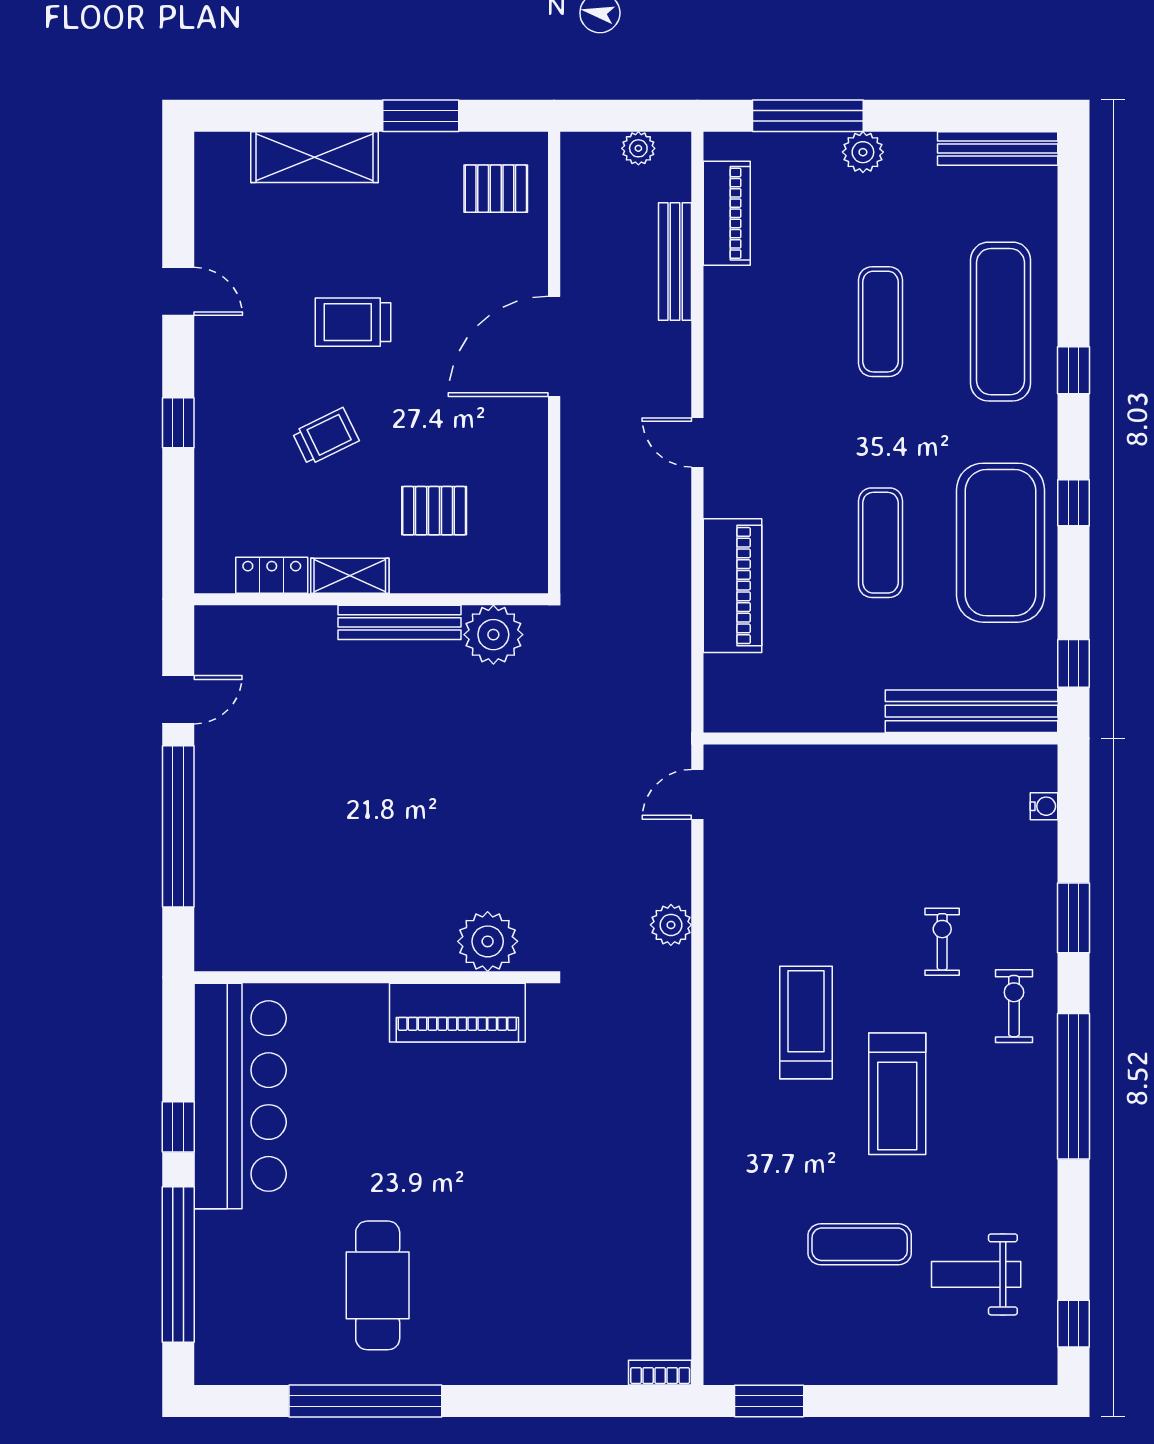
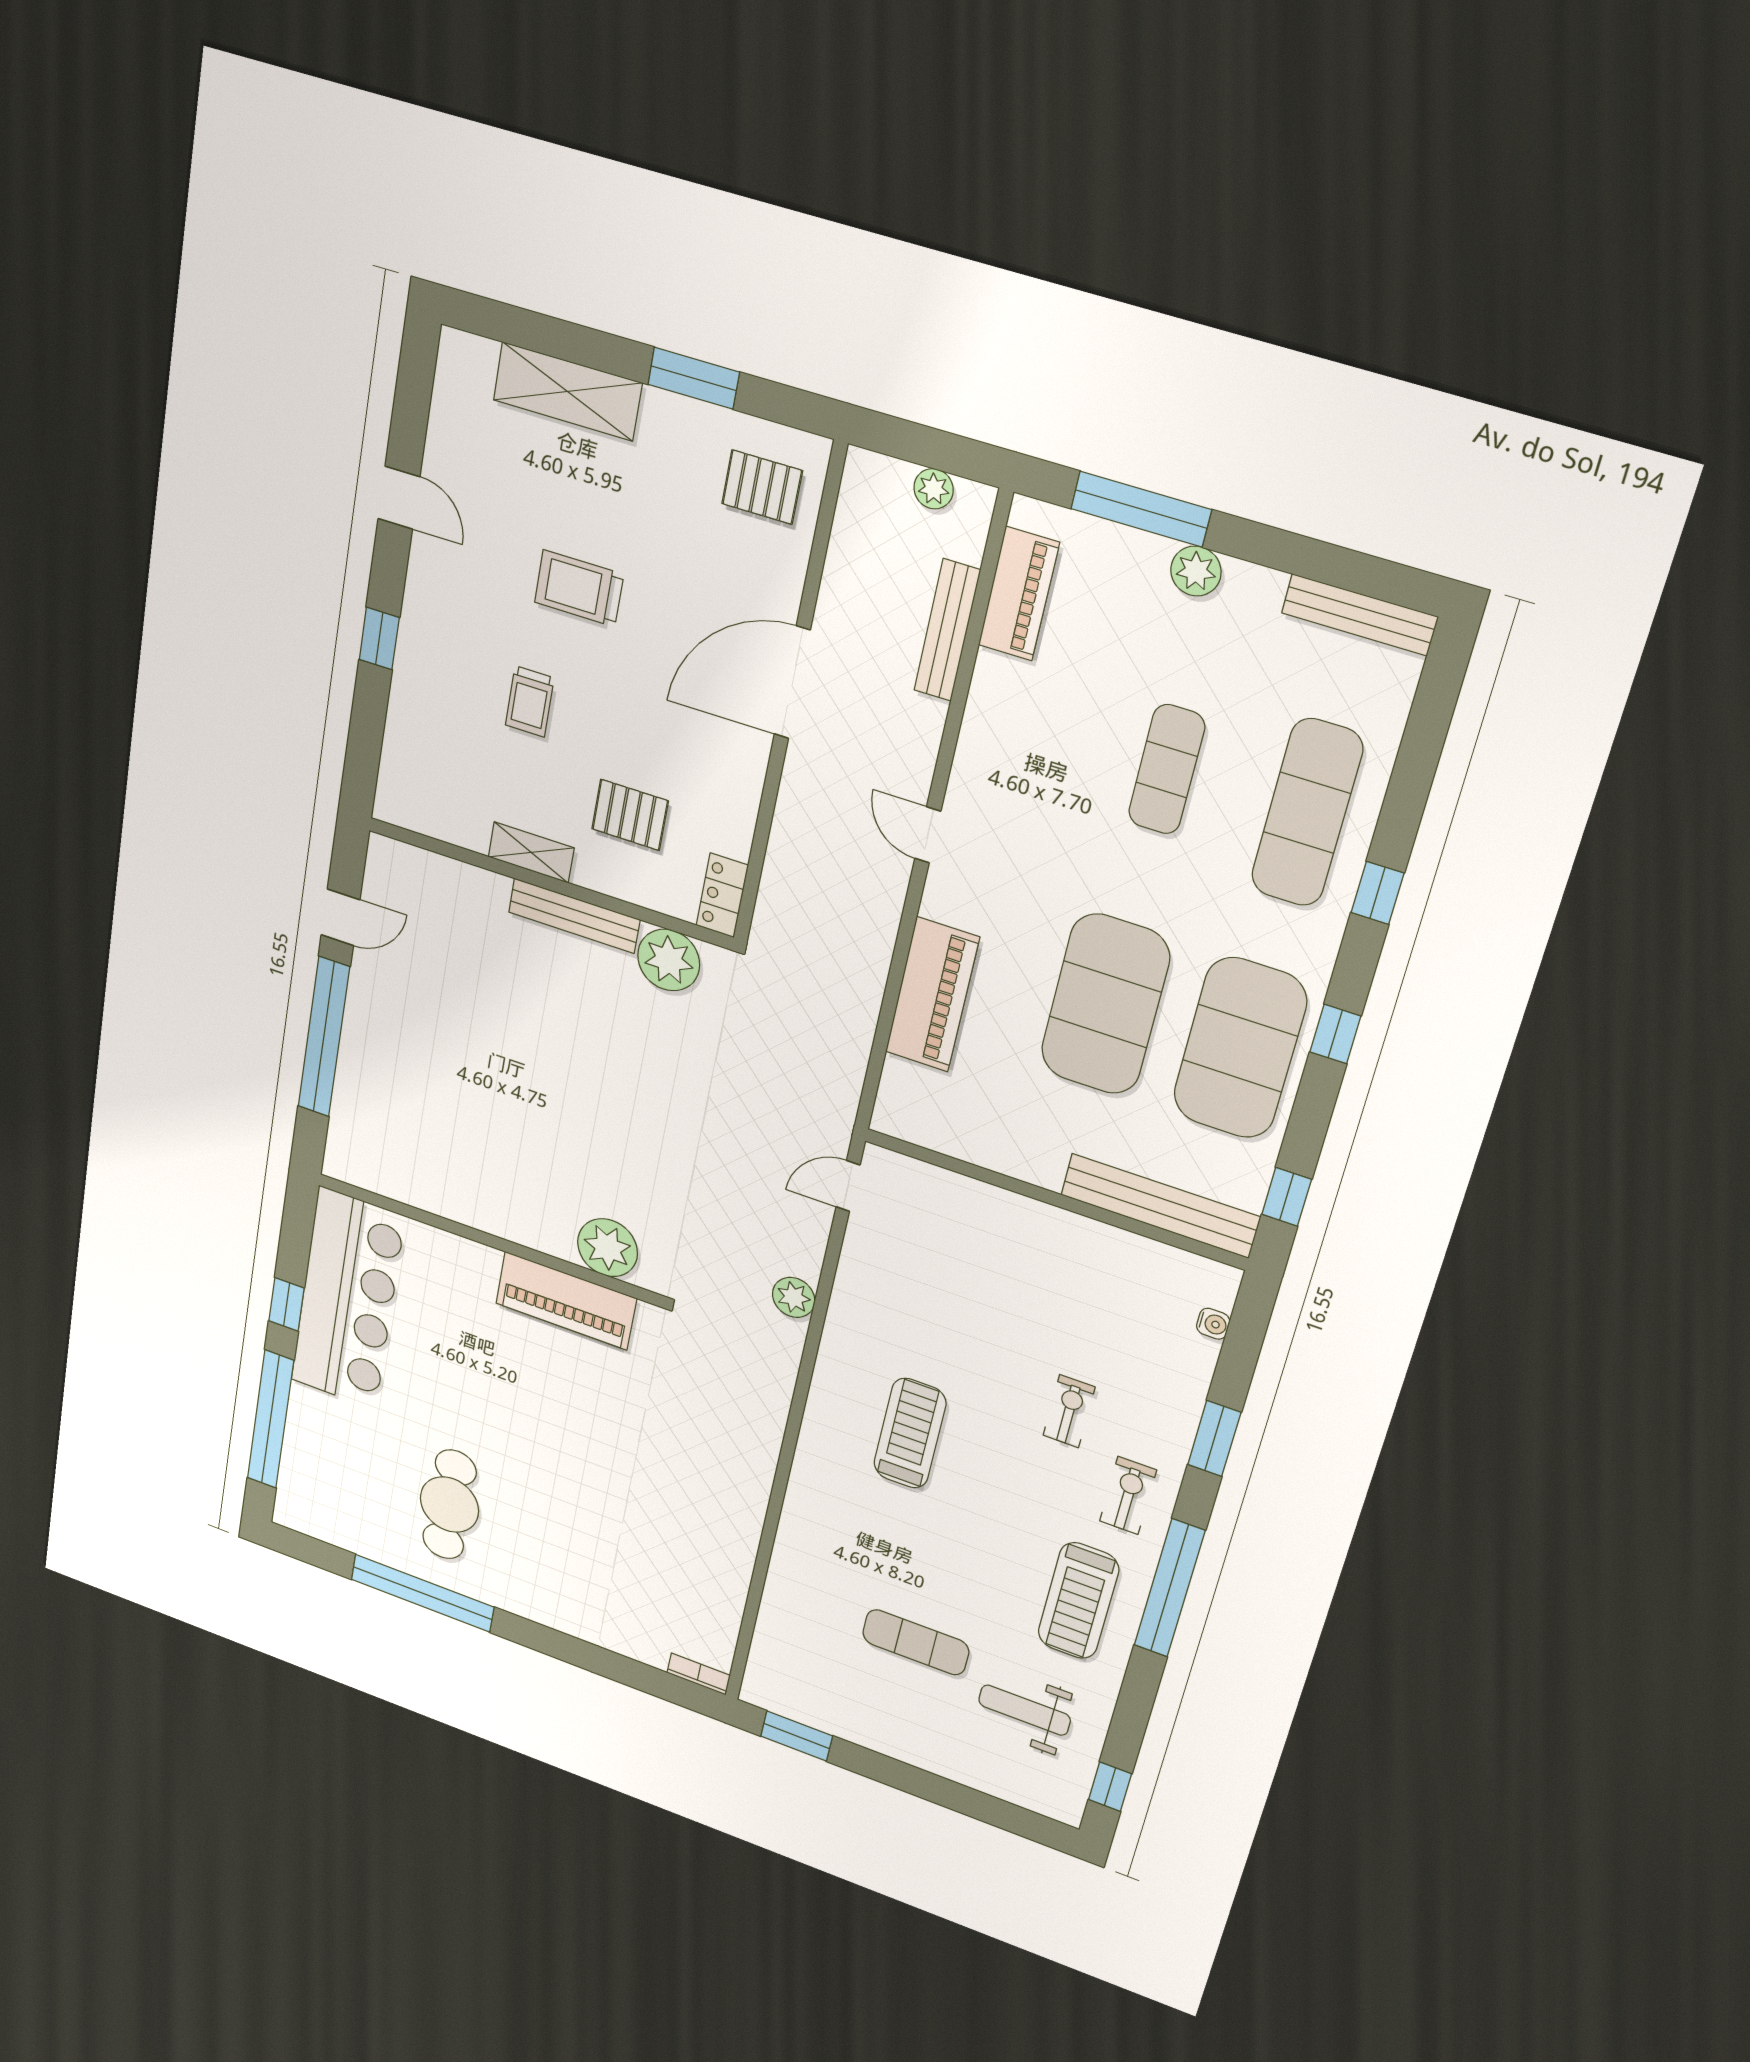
trolley: (326, 437) -> (530, 701), turned 116
exercise mat: (880, 543) -> (1105, 1004), width x2.00, depth x1.45
locker: (272, 575) -> (722, 895), moved, turned -90
treadmill: (897, 1094) -> (1078, 1601), moved

